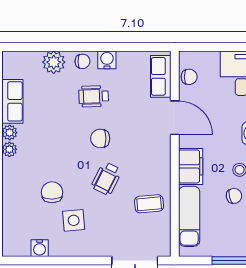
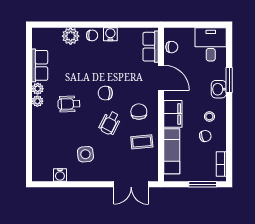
wheelchair: (94, 96) -> (69, 104), moved
chair: (52, 192) -> (139, 112), moved

